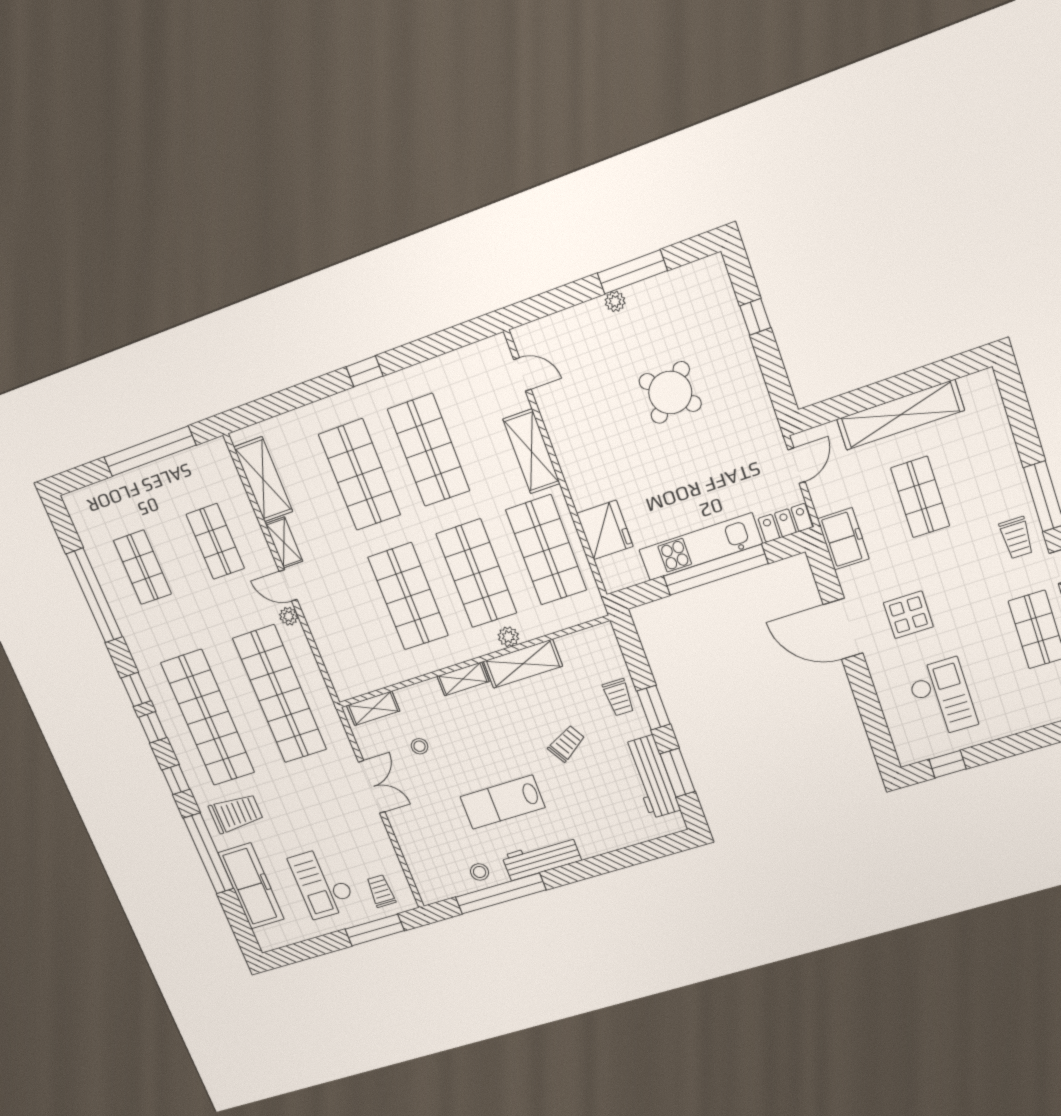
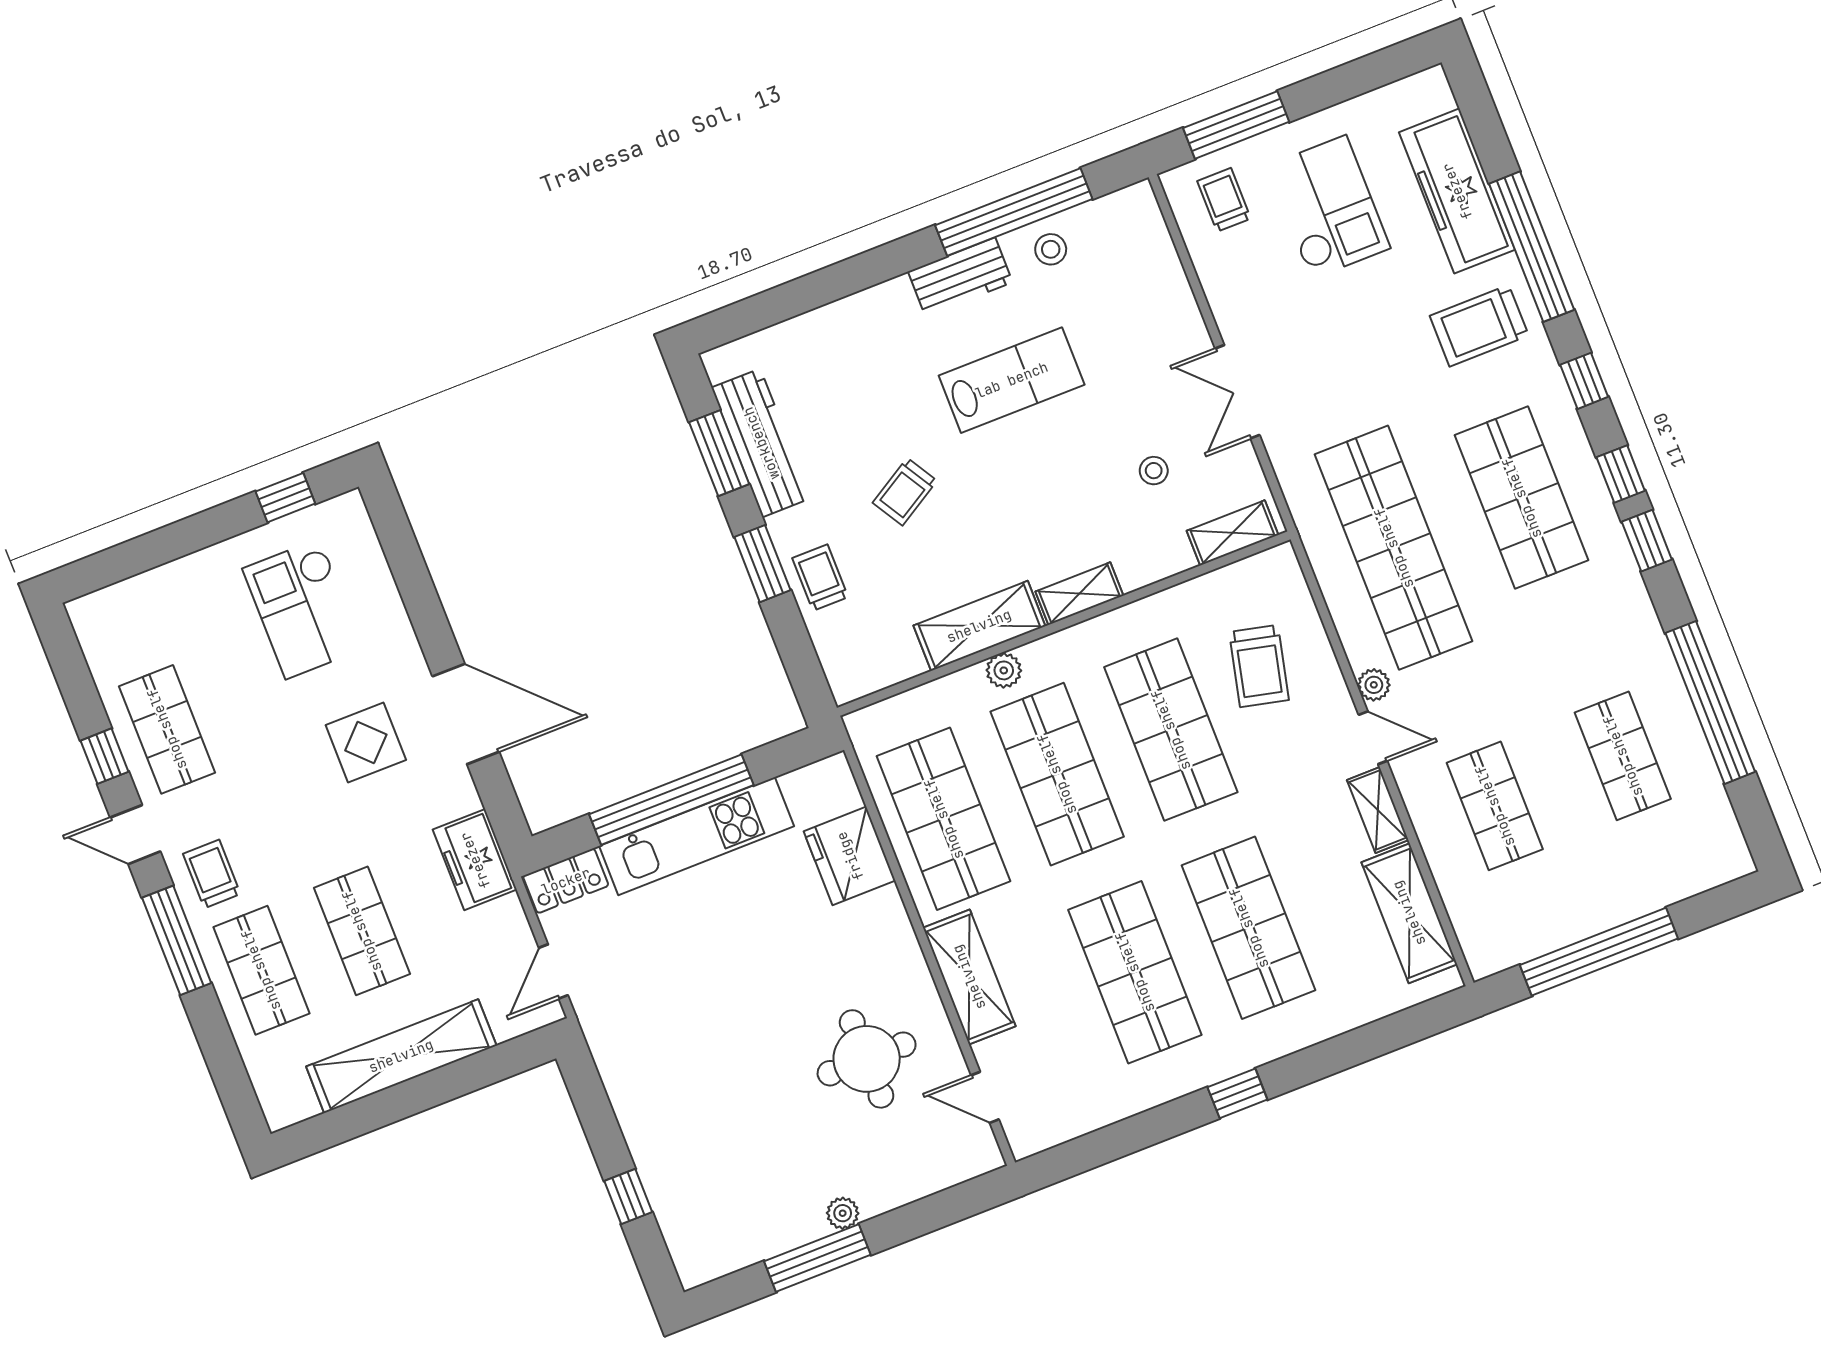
round table: (670, 393) -> (867, 1059), moved, turned 45
shop shelf: (989, 475) -> (261, 970), added
trolley: (356, 631) -> (1259, 666), added
shop shelf: (208, 718) -> (1522, 498), width x0.71
workbench: (542, 858) -> (960, 277), width x0.73
trolley: (381, 891) -> (1224, 200), turned 180

